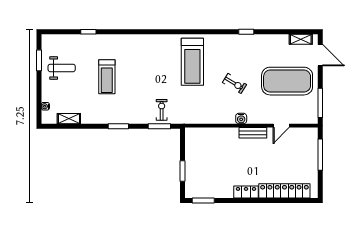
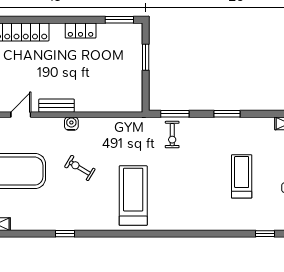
locker: (246, 192) -> (81, 30), moved

